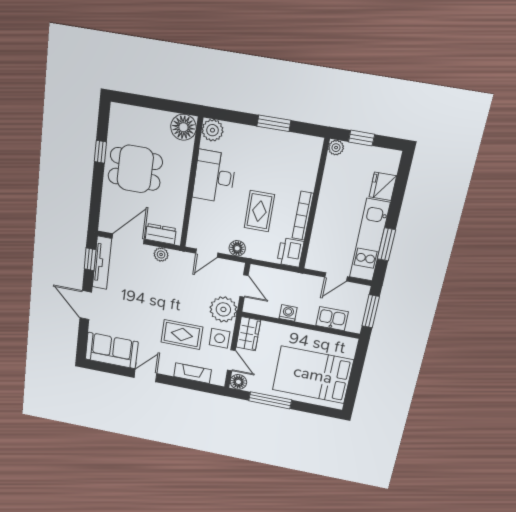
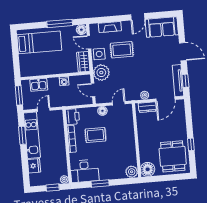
dining table: (135, 169) -> (173, 156), moved, turned 90
desk: (214, 177) -> (84, 171), moved, turned 90
rug: (259, 211) -> (96, 135), turned 90
bed: (313, 375) -> (39, 42), width x0.67

